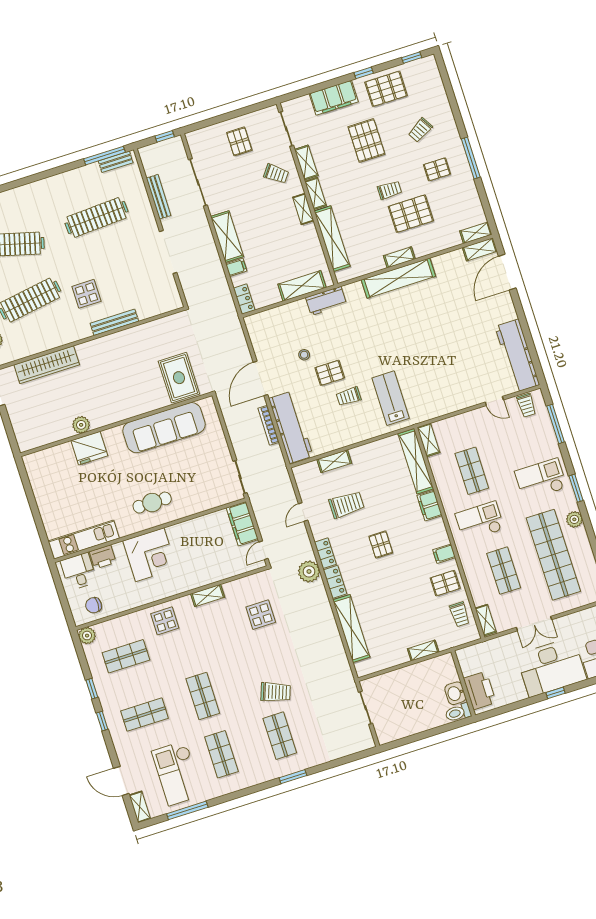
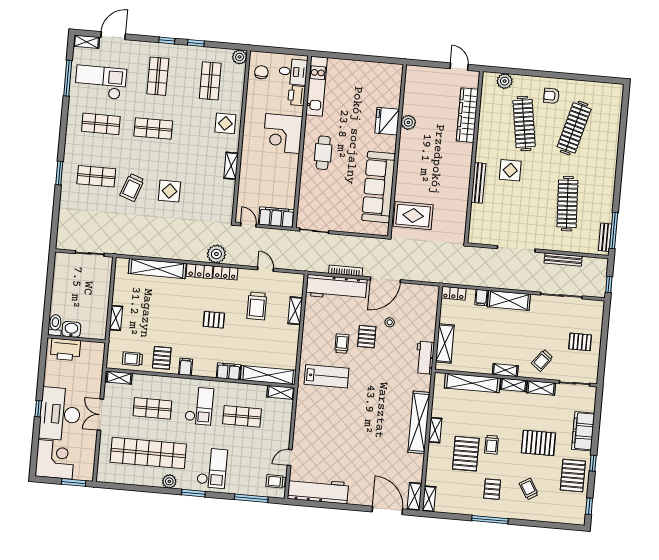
door: (260, 378) -> (385, 280), swing flipped
display table: (261, 615) -> (169, 191), moved

